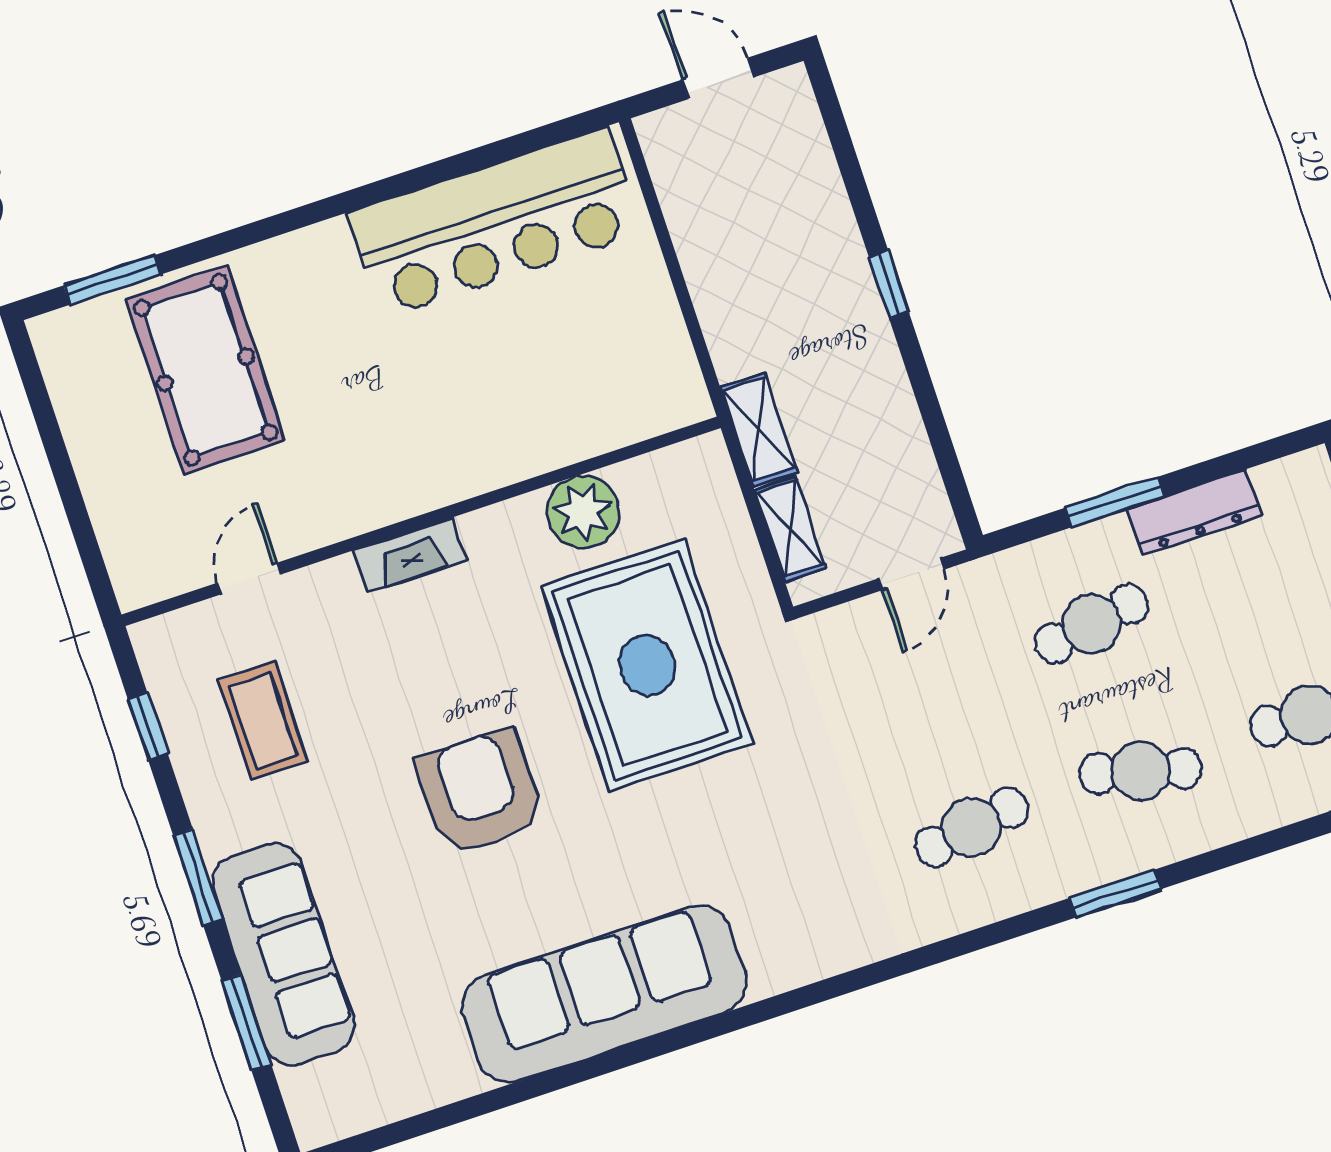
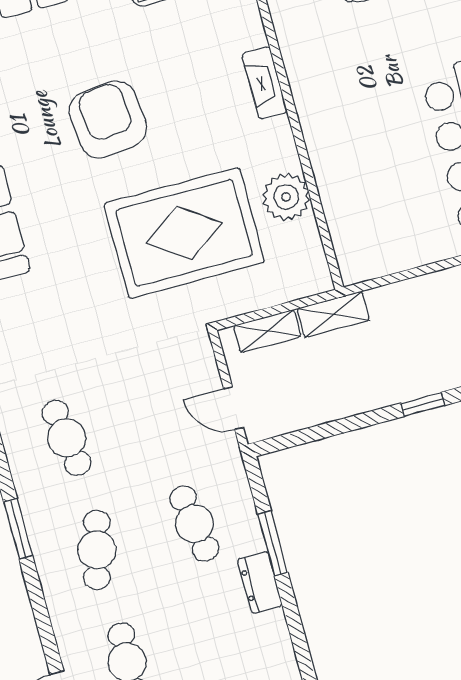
dresser: (1194, 512) -> (260, 582), width x0.70
armchair: (480, 792) -> (108, 120), turned -96

